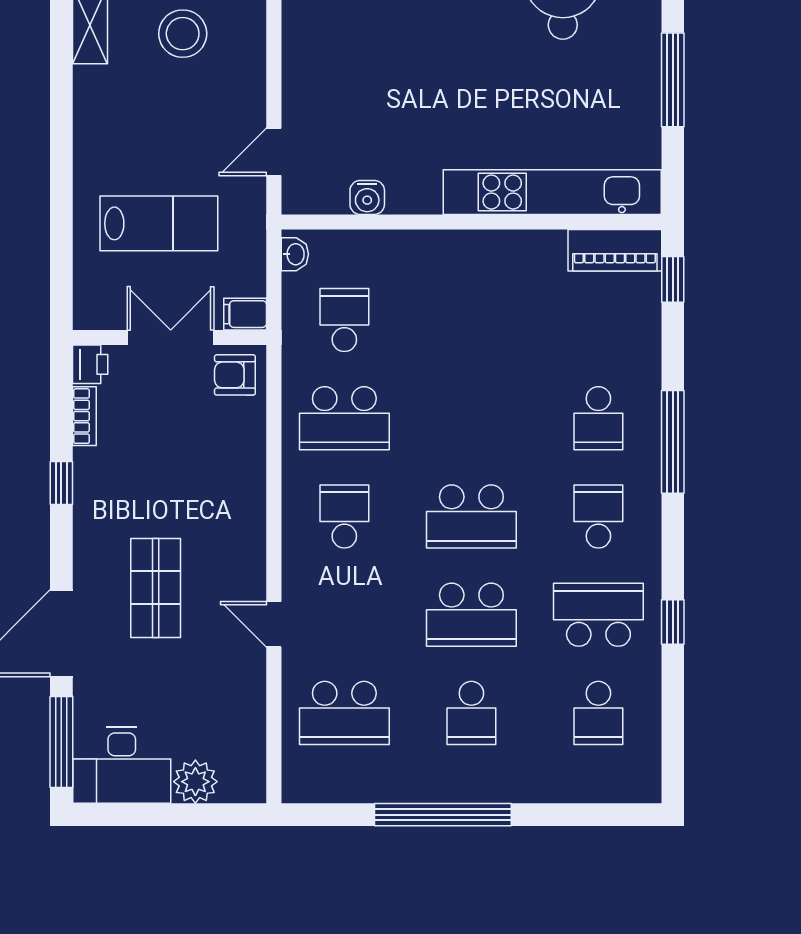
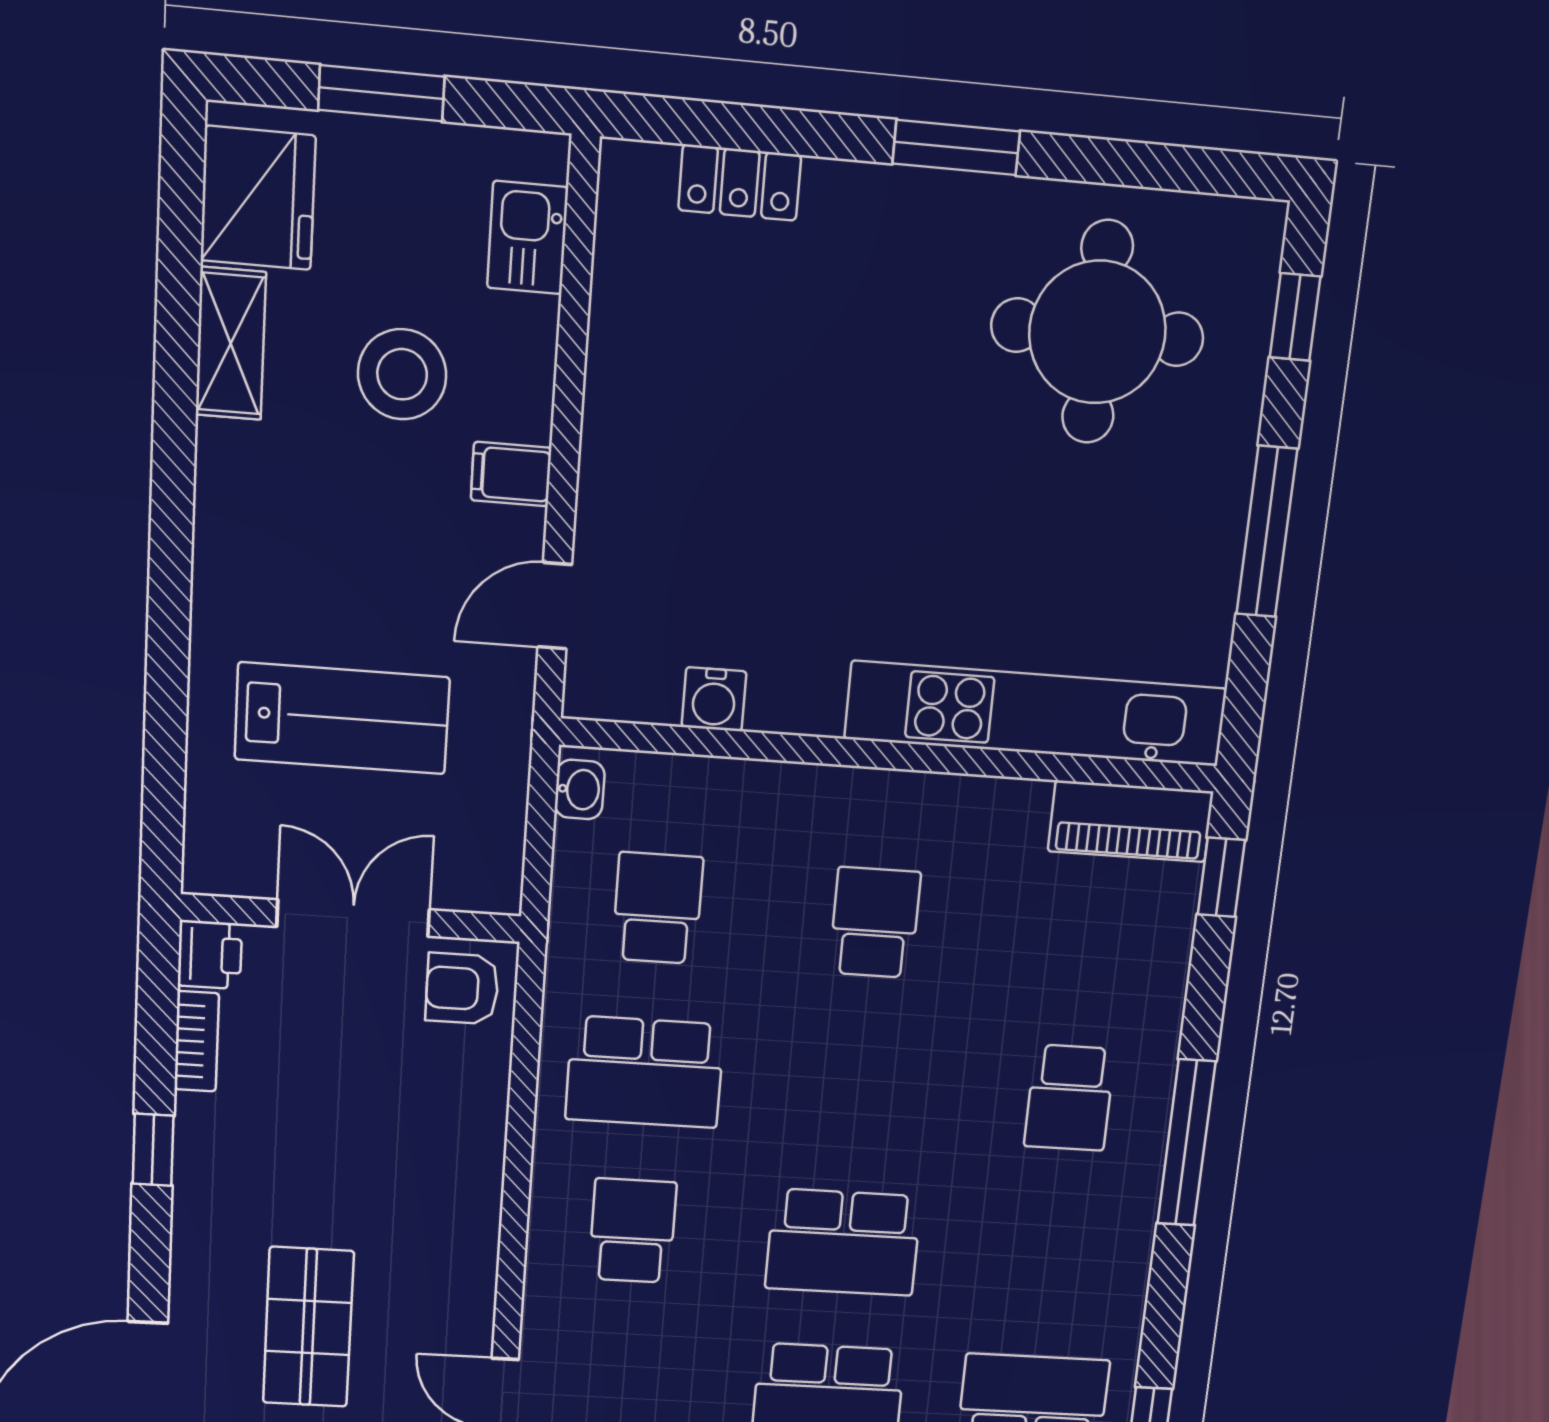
filing cabinet: (245, 314) -> (511, 474), moved
school desk: (598, 516) -> (875, 923), moved

